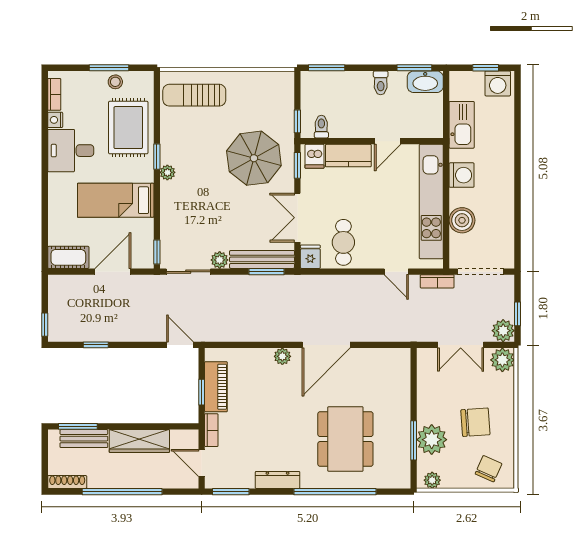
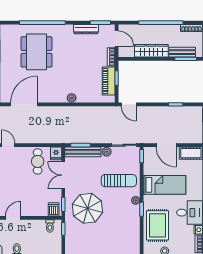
sun lounger: (194, 95) -> (119, 181), moved
kitchen counter: (348, 156) -> (35, 210), removed
double door: (297, 218) -> (63, 175), swing flipped
door: (113, 272) -> (166, 145), hinge flipped
door: (326, 345) -> (24, 104), moved
dresser: (278, 480) -> (86, 29), moved

